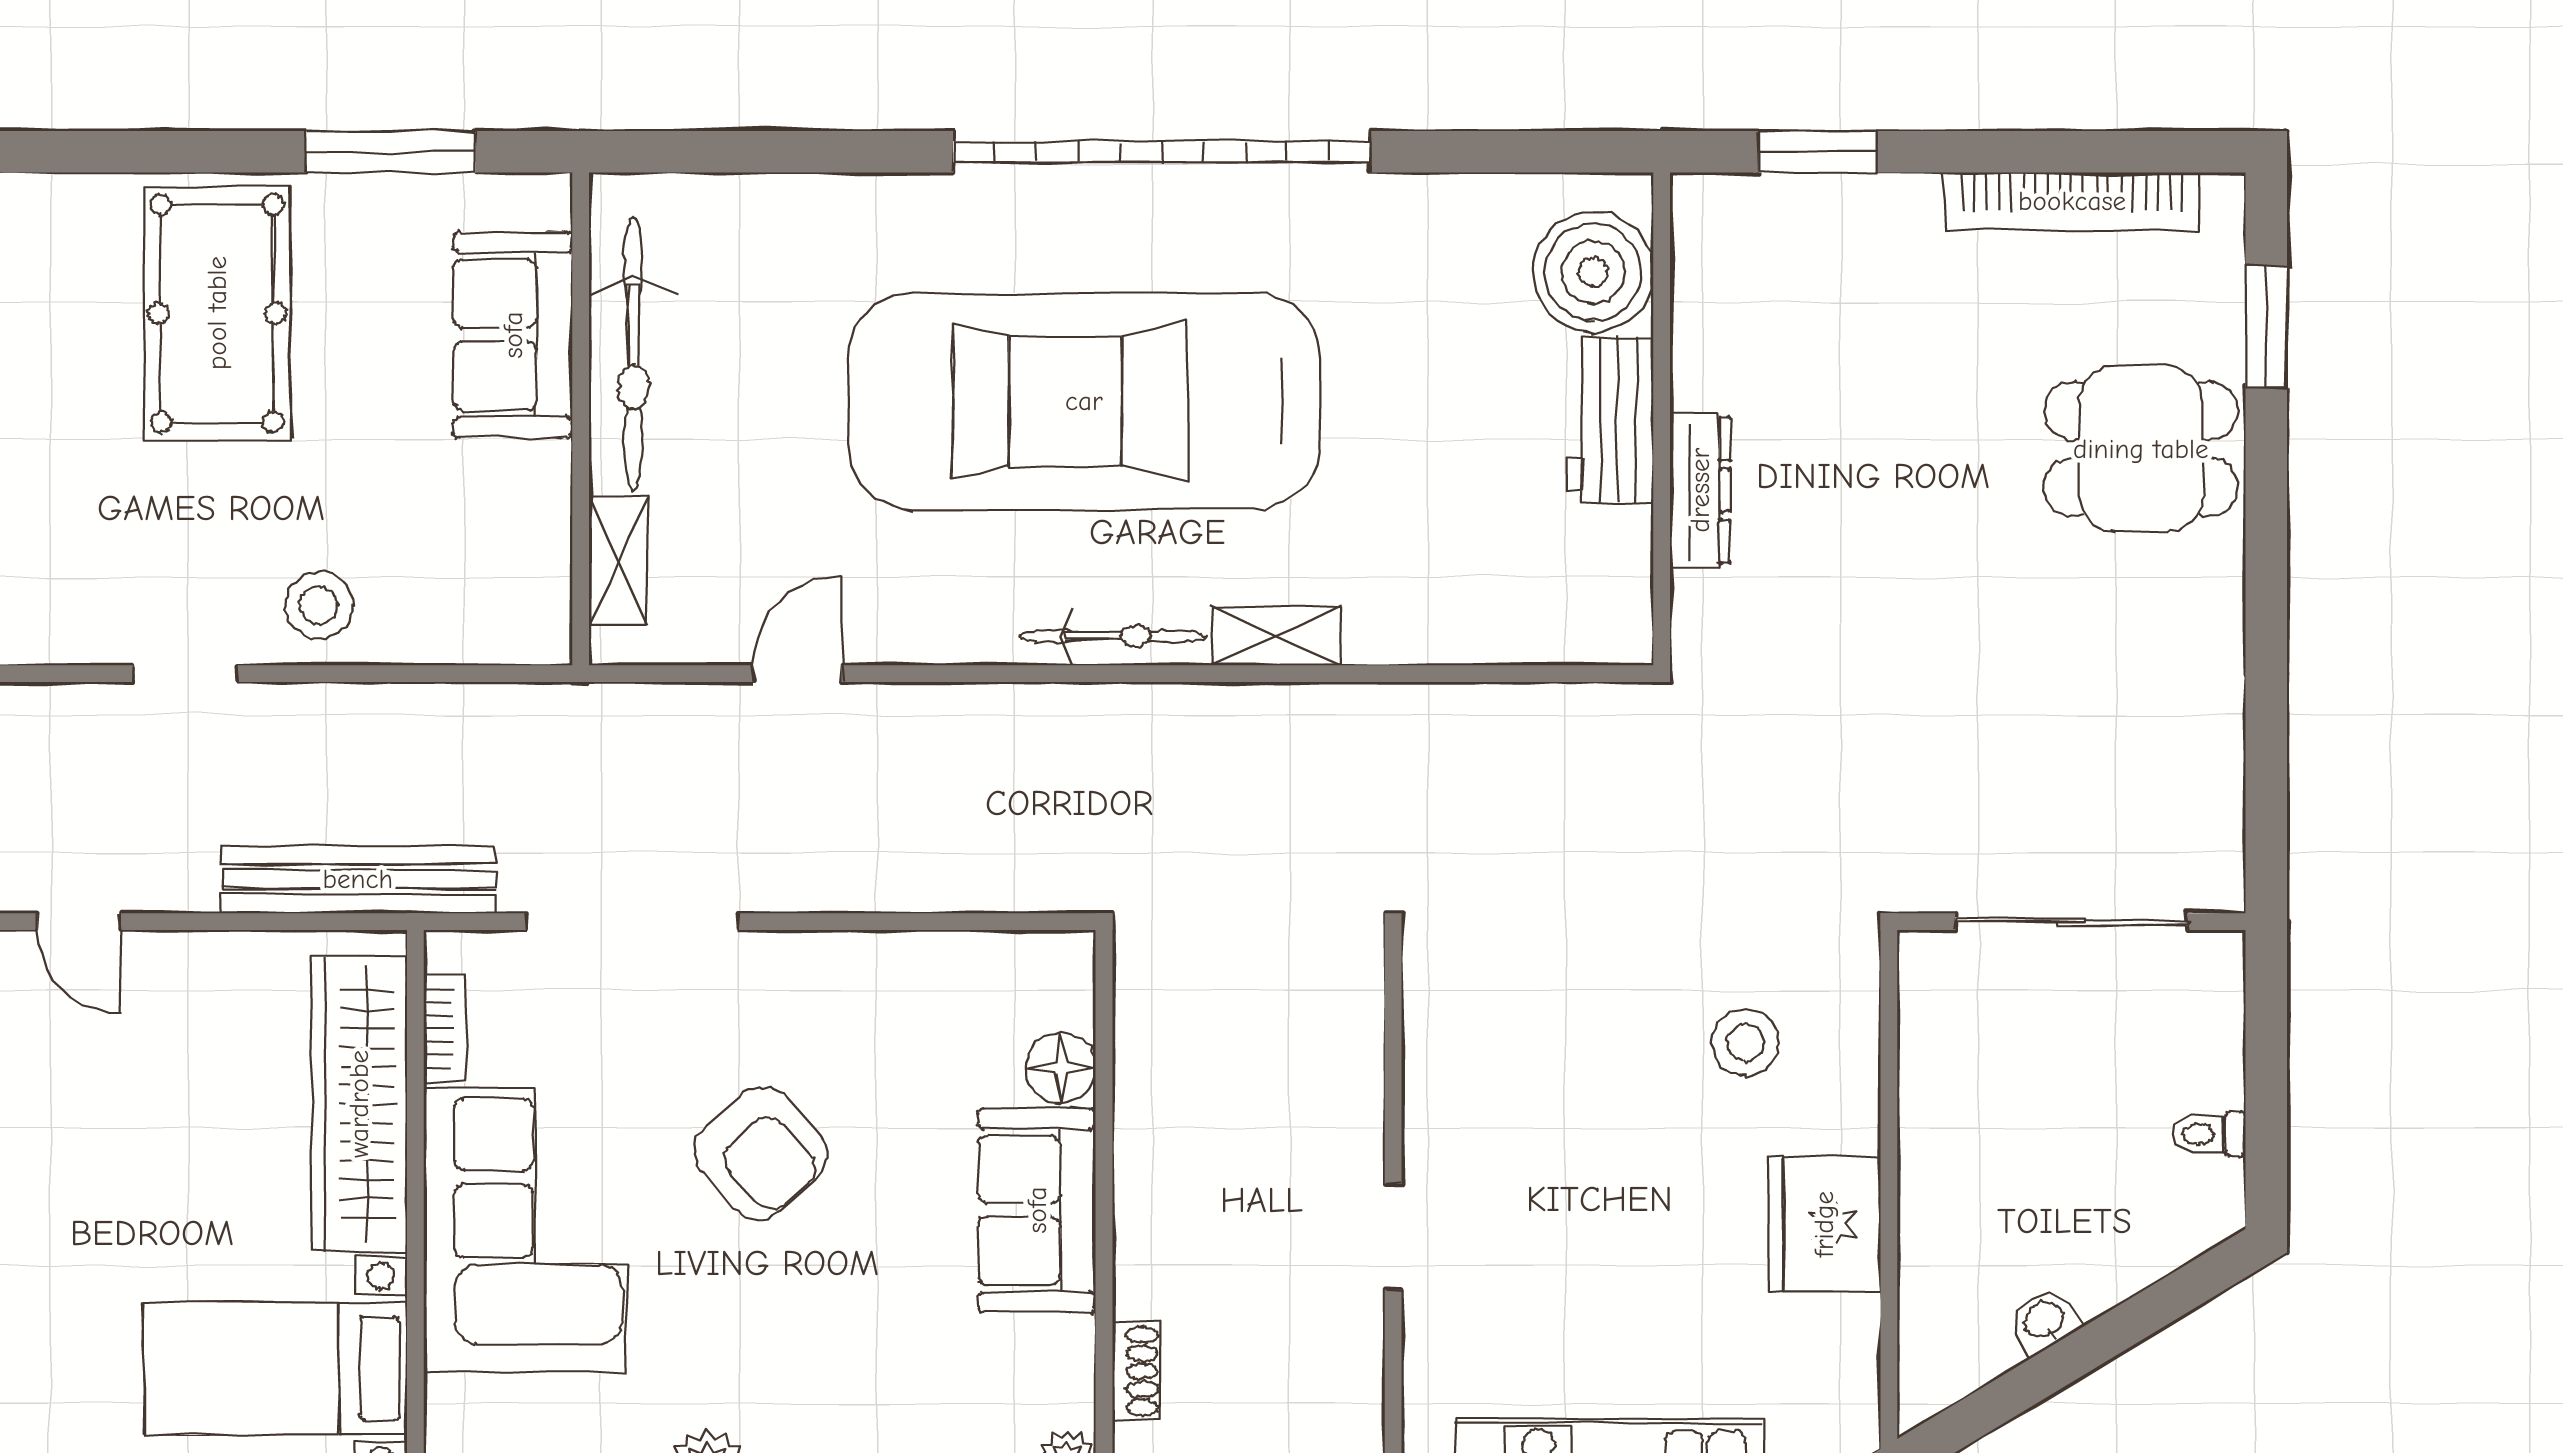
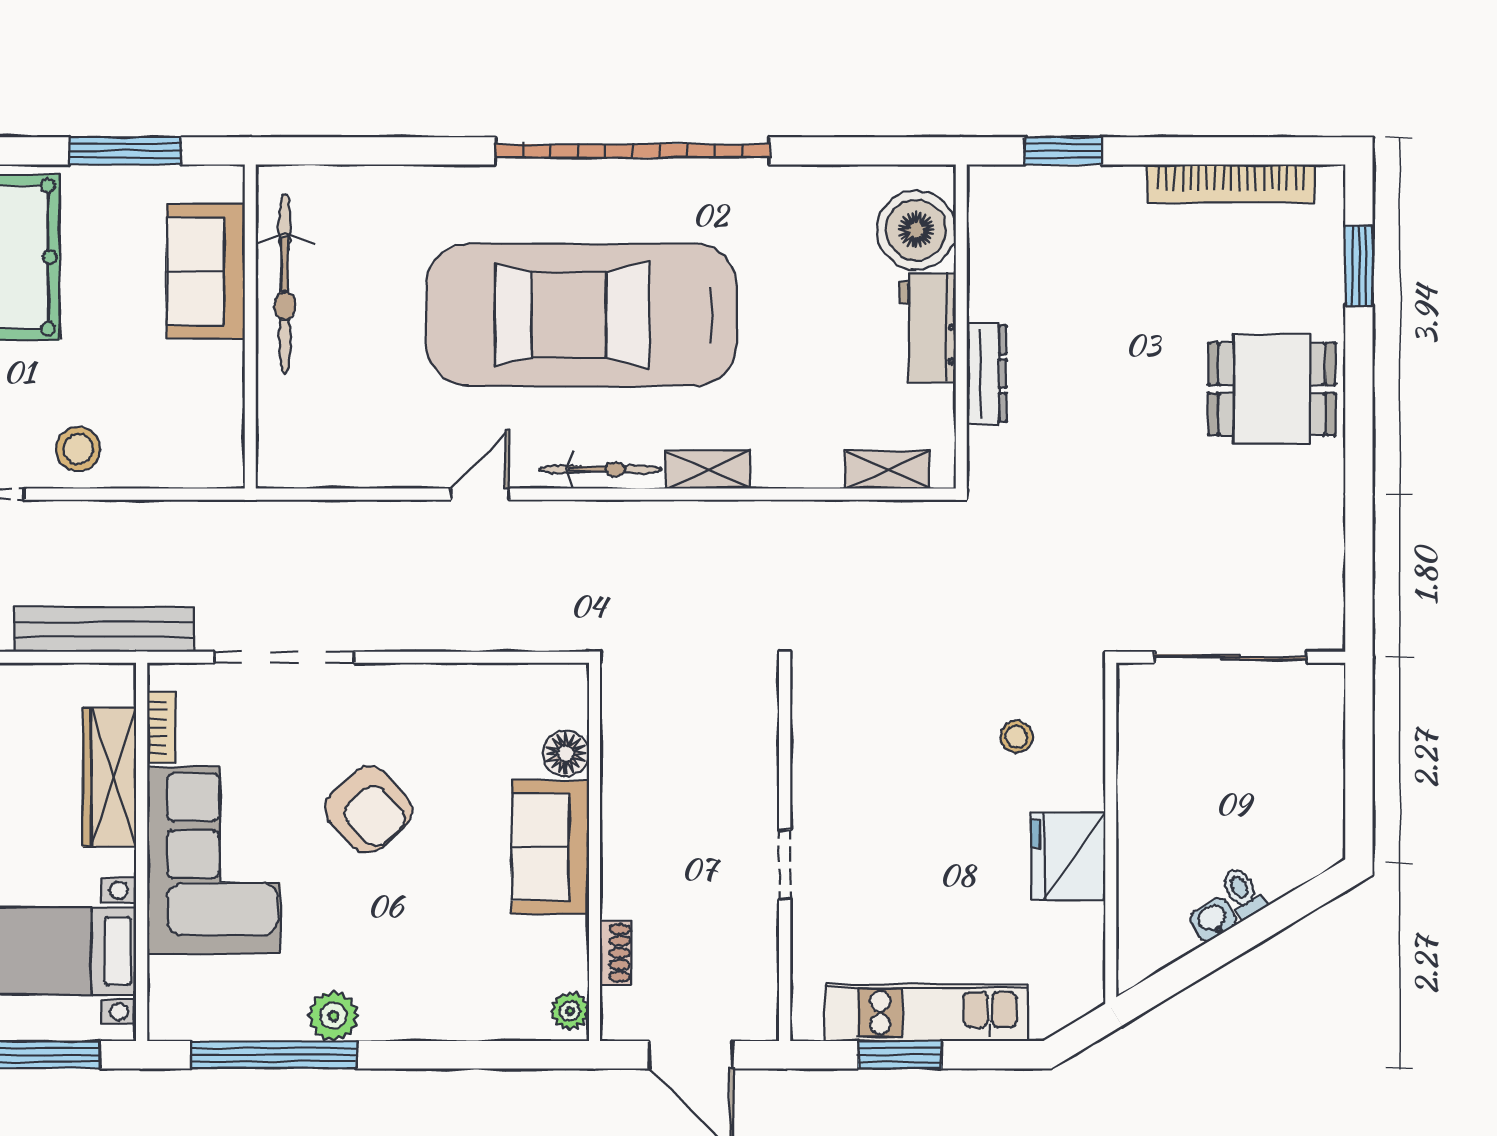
dining table: (2141, 449) -> (1272, 389), moved
shelving: (618, 560) -> (887, 470), moved, turned 90
door: (797, 674) -> (480, 494), moved
stool: (1746, 1043) -> (1016, 737), width x0.73, depth x0.73
wardrobe: (359, 1104) -> (109, 777), width x0.71, depth x0.85
toilet: (2209, 1134) -> (1243, 893), moved, turned 59

